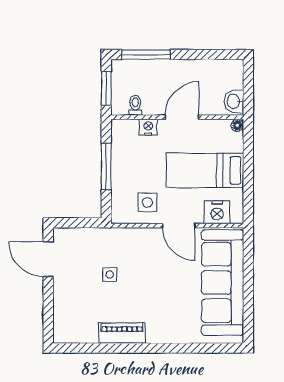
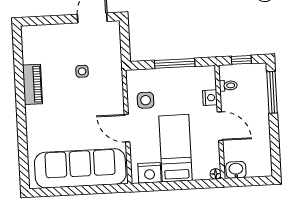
window: (106, 88) -> (241, 60), width x0.67
nightstand: (217, 212) -> (150, 173), moved, turned -90
door: (179, 226) -> (127, 128), hinge flipped

